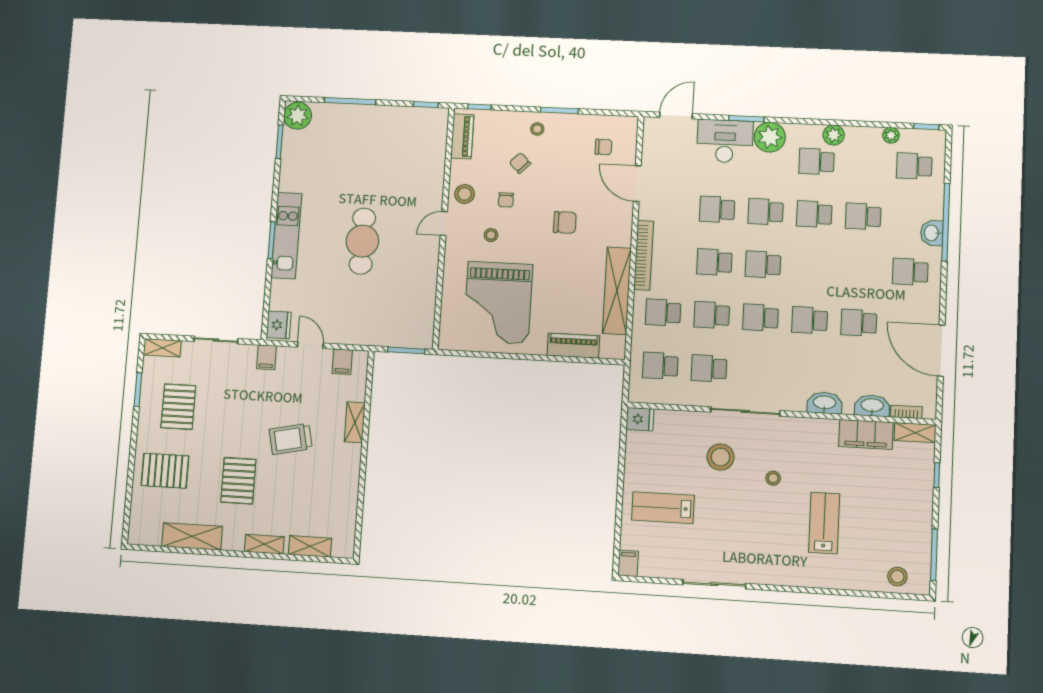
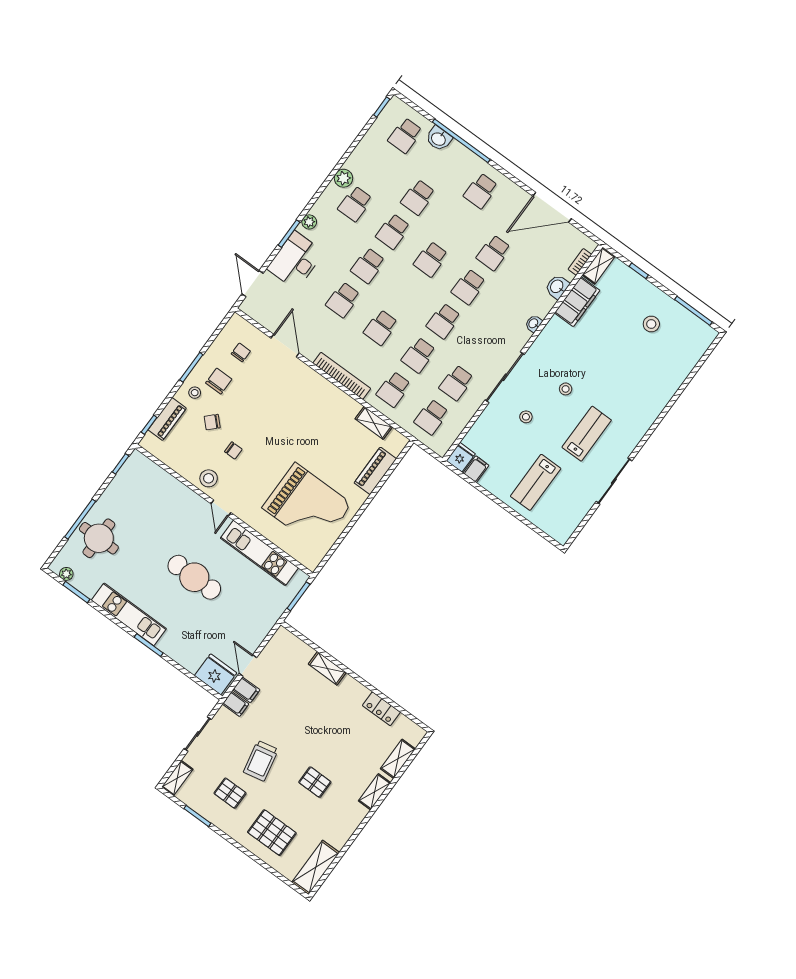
plant: (298, 116) -> (66, 574), width x0.53, depth x0.53
round table: (343, 130) -> (99, 538), added
plant: (891, 135) -> (371, 137), removed
piano: (462, 136) -> (167, 419), moved, turned 90
plant: (770, 137) -> (309, 222), width x0.53, depth x0.53
door: (637, 184) -> (285, 346), swing flipped
chair: (565, 222) -> (219, 381), moved
washbasin: (932, 233) -> (439, 139), moved
stool: (491, 235) -> (253, 479), removed
kitchen unit: (286, 236) -> (129, 614), moved
school desk: (763, 264) -> (431, 259), moved
kitchen unit: (424, 287) -> (259, 553), added
shelving: (617, 291) -> (374, 423), width x0.45, depth x0.75
fridge: (279, 325) -> (216, 674), width x1.36, depth x1.34
door: (310, 345) -> (248, 665), hinge flipped
filing cabinet: (342, 362) -> (246, 690), moved
washbasin: (825, 403) -> (534, 324), width x0.52, depth x0.69
washbasin: (872, 406) -> (557, 287), width x0.72
pallet: (178, 407) -> (230, 793), width x0.67, depth x0.71
trolley: (291, 439) -> (261, 761), moved
stool: (720, 457) -> (526, 417), width x0.53, depth x0.53
pallet: (165, 471) -> (272, 833), turned 90
pallet: (238, 481) -> (315, 782), width x0.67, depth x0.71
locker: (348, 499) -> (381, 709), added
lab bench: (824, 523) -> (587, 434), moved, turned 90
shelving: (192, 536) -> (316, 867), moved
filing cabinet: (628, 563) -> (476, 469), moved, turned 90
stool: (897, 577) -> (651, 324), moved

